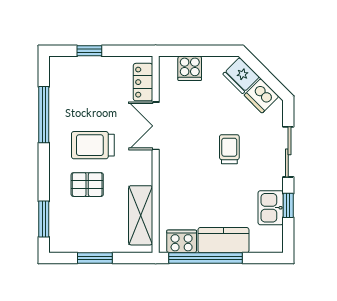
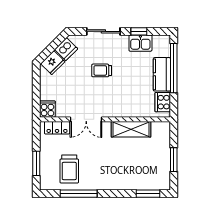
window: (89, 51) -> (36, 163), width x1.50
cooker: (190, 68) -> (47, 109), moved, turned -90
trolley: (93, 145) -> (69, 169), moved
pallet: (87, 185) -> (125, 165), removed
shelving: (141, 215) -> (131, 129), moved
window: (206, 258) -> (174, 68), moved

